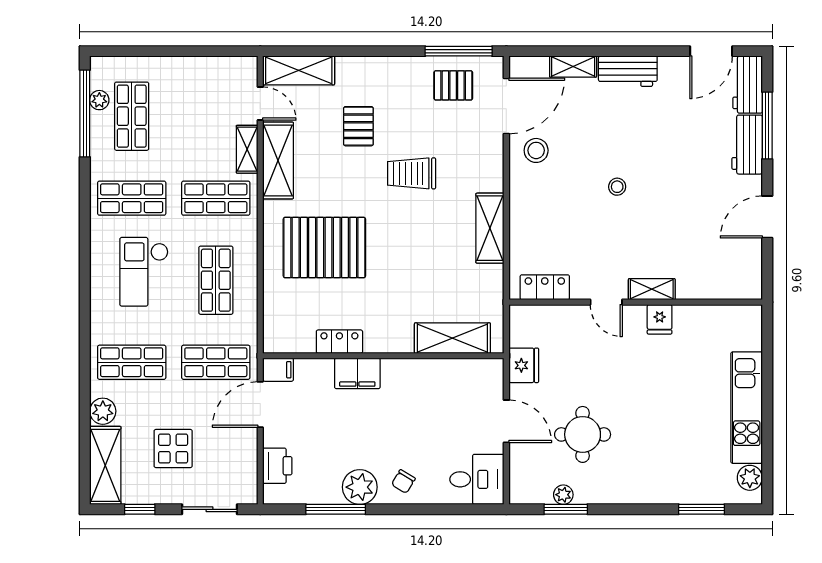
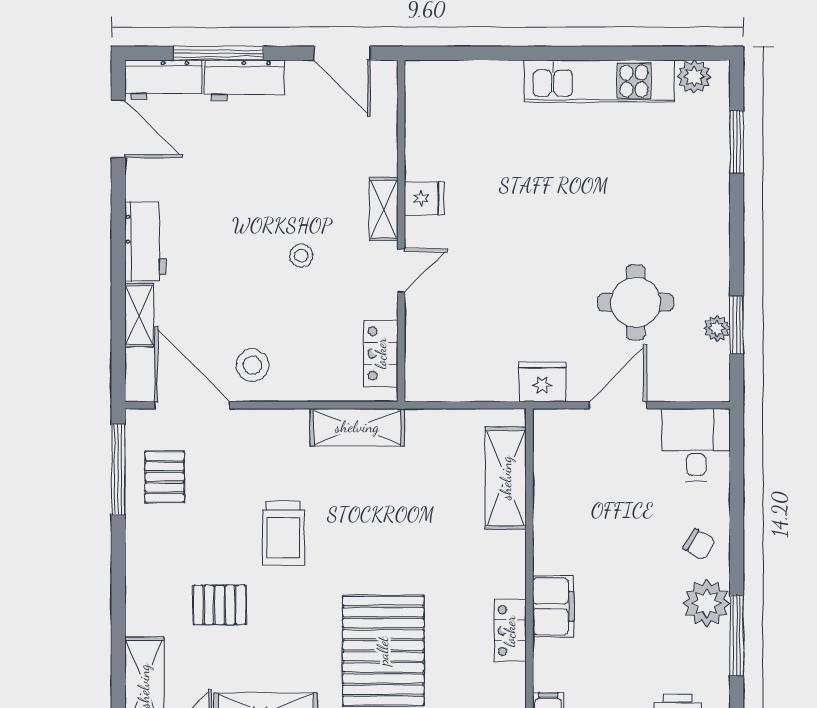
locker: (545, 287) -> (381, 353), moved
shelving: (652, 289) -> (384, 209), moved
door: (606, 302) -> (401, 270), moved
wall: (636, 302) -> (401, 231), moved
fridge: (660, 319) -> (424, 198), moved

